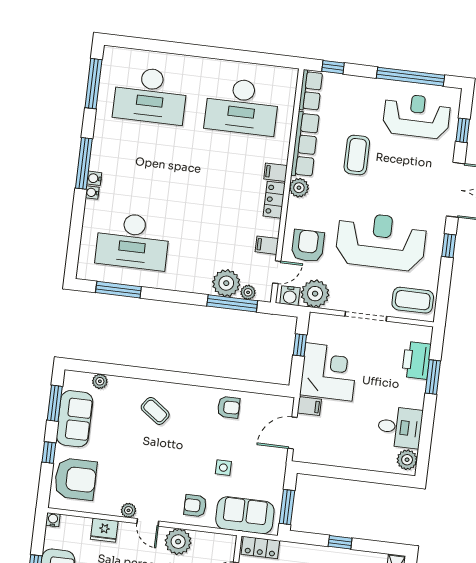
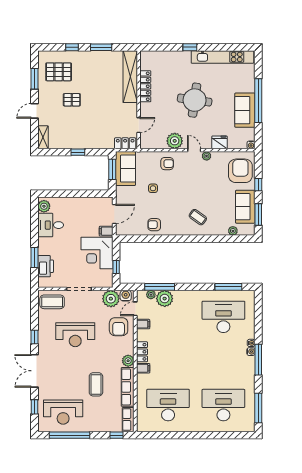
reception desk: (381, 241) -> (75, 335), width x0.74, depth x0.77
armchair: (75, 479) -> (240, 171), turned 90
sofa: (245, 515) -> (125, 169), moved, turned -90

